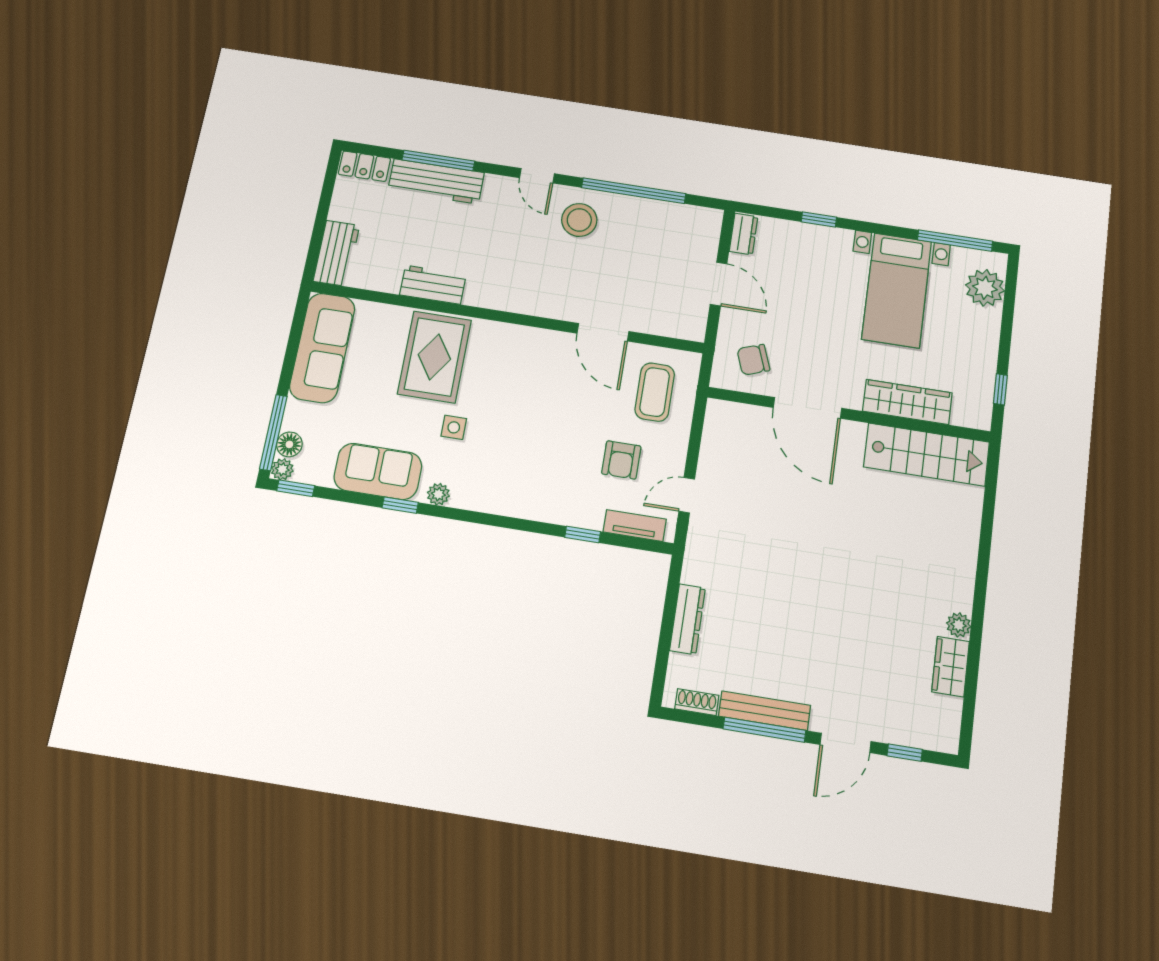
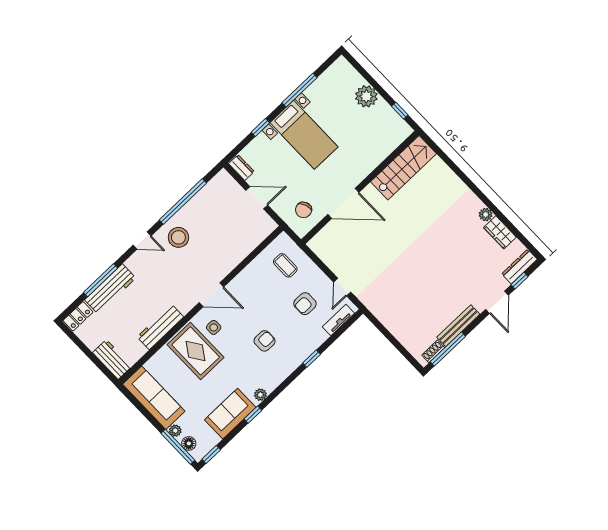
window: (955, 241) -> (300, 90), moved
workbench: (433, 285) -> (160, 327), width x1.38
plant: (985, 288) -> (366, 96), moved
bed with nightstands: (897, 290) -> (304, 135), moved
door: (603, 332) -> (211, 295), moved
coffee table: (655, 392) -> (285, 265), width x0.73, depth x0.77
wardrobe: (907, 402) -> (374, 157), removed
side table: (454, 427) -> (214, 327), moved
armchair: (523, 442) -> (265, 341), added
armchair: (621, 460) -> (305, 304), turned 90
plant: (282, 469) -> (175, 431), moved
window: (583, 534) -> (312, 359), moved
dresser: (687, 619) -> (519, 267), moved, turned -90
window: (764, 730) -> (448, 349), moved

